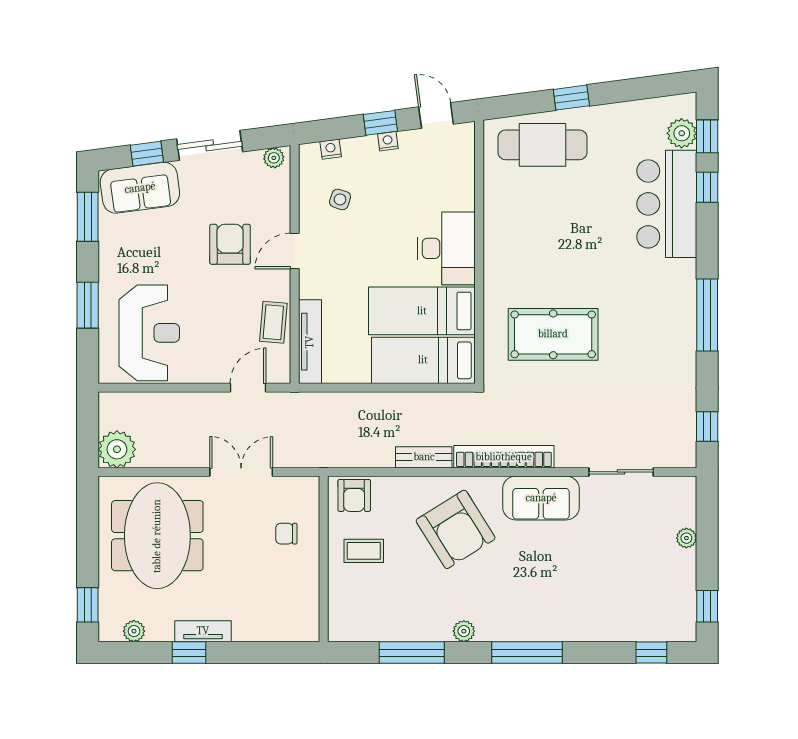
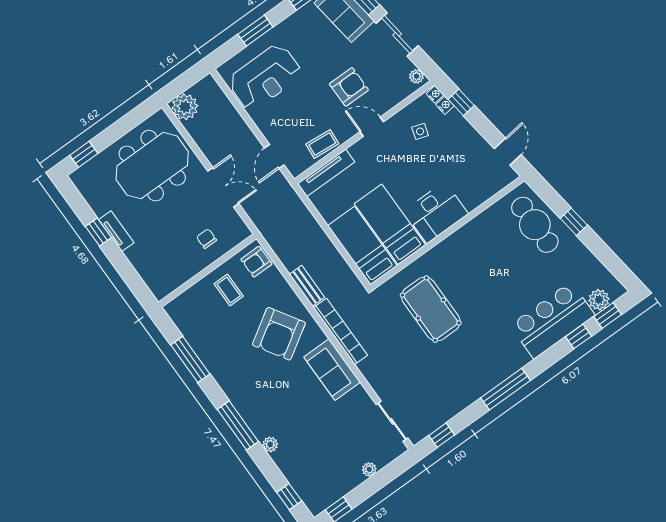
window: (380, 123) -> (461, 102), moved
nightstand: (388, 141) -> (435, 94), moved
door: (248, 388) -> (274, 156), swing flipped
sliding door: (621, 472) -> (392, 421), moved
plant: (134, 631) -> (88, 192), removed
plant: (464, 631) -> (270, 444), moved

